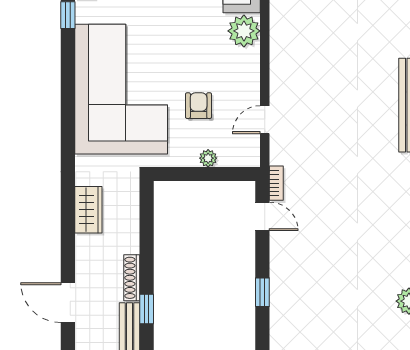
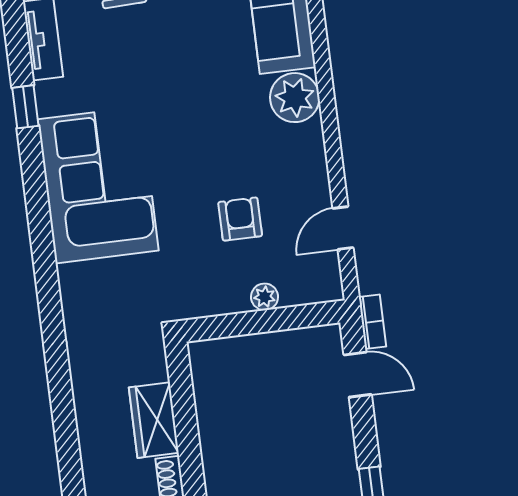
corner sofa: (121, 89) -> (98, 185), width x0.73, depth x0.74
wardrobe: (88, 210) -> (154, 420), moved, turned 180

